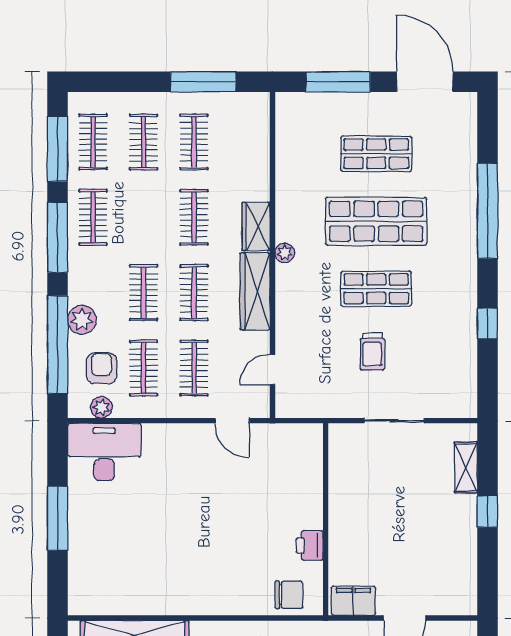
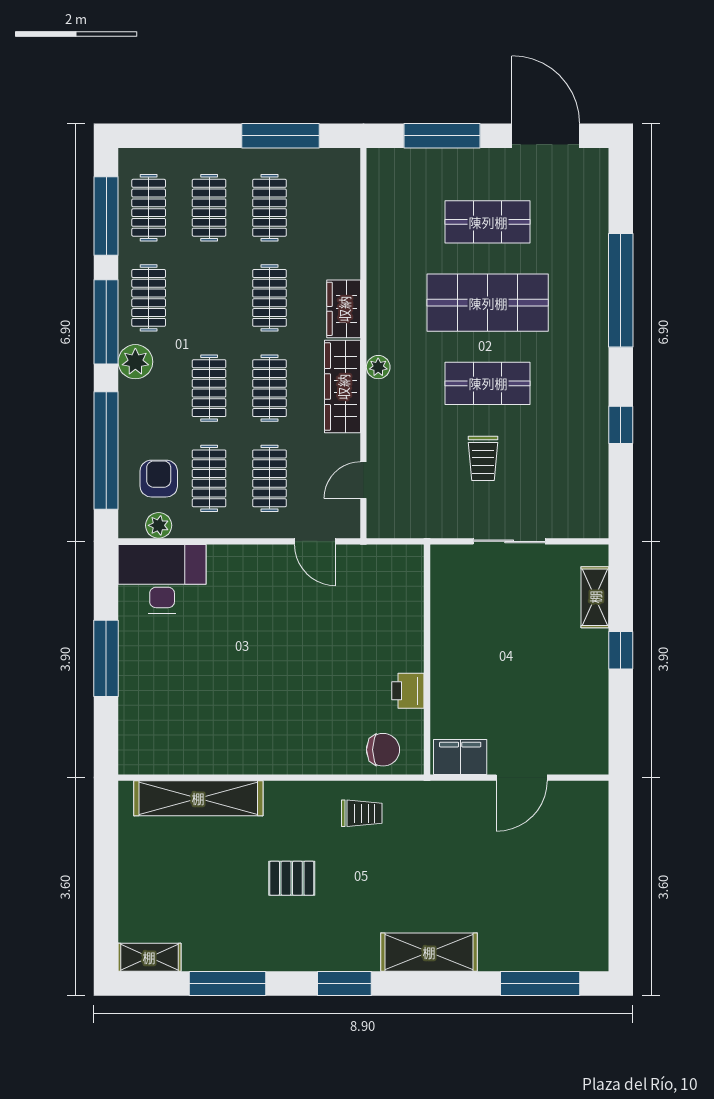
plant: (285, 253) -> (378, 367), moved
plant: (82, 320) -> (135, 362), moved

